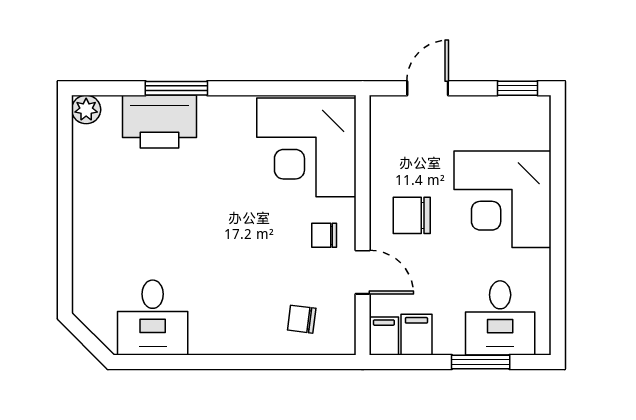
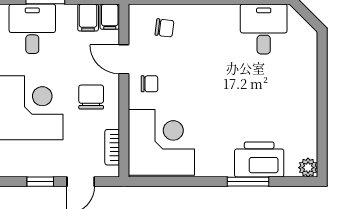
window: (517, 88) -> (40, 182), moved
bookcase: (380, 140) -> (112, 147), added
chair: (412, 215) -> (91, 97), turned -90

